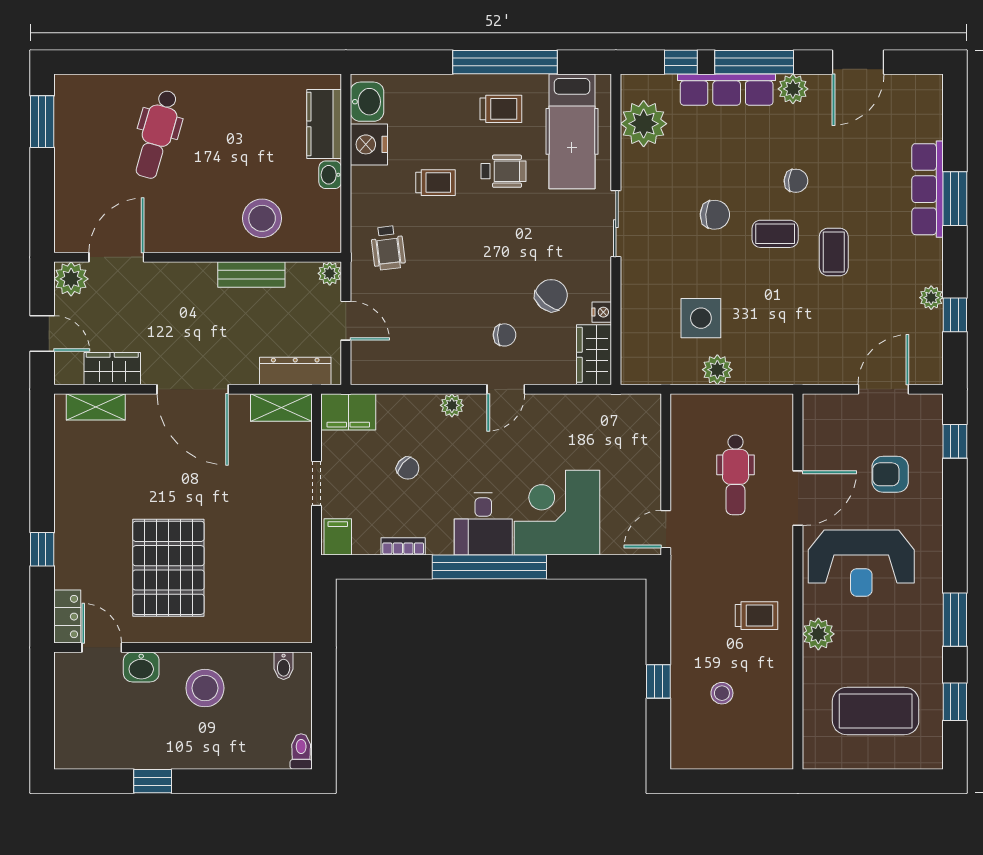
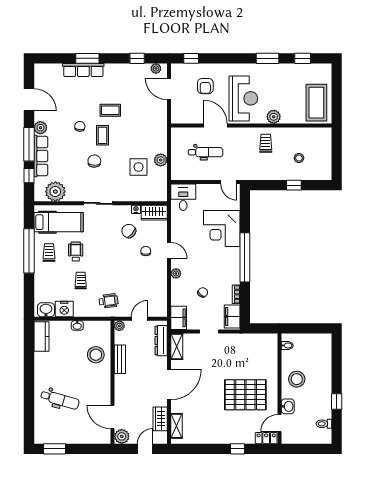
kitchen counter: (324, 124) -> (41, 337), moved, turned -90
plant: (931, 298) -> (156, 68), moved
desk: (483, 524) -> (183, 197), moved, turned -90
filing cabinet: (338, 537) -> (232, 316), width x2.00
coffee table: (876, 711) -> (316, 103), moved
toilet: (301, 751) -> (324, 424), moved

